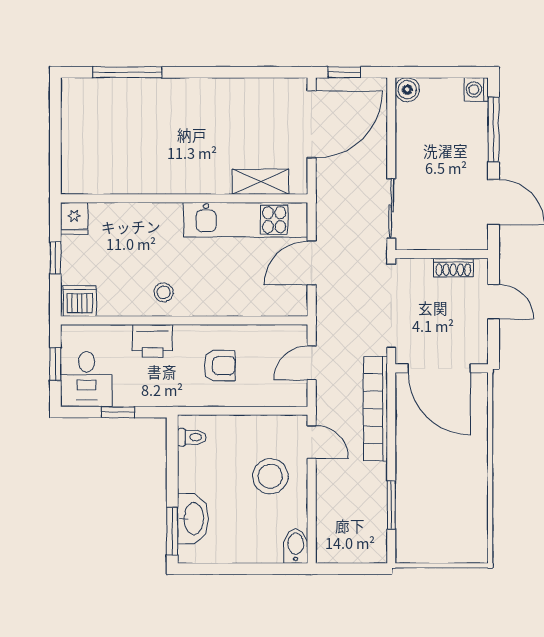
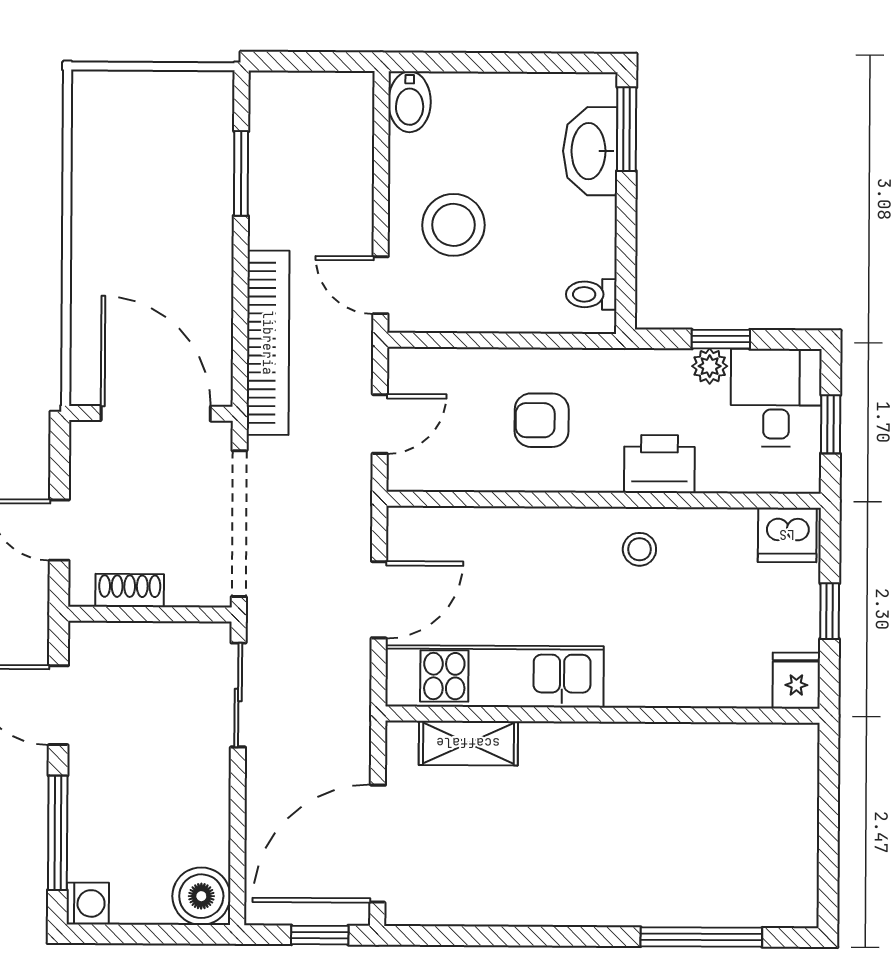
boiler: (407, 90) -> (201, 896), width x1.36, depth x1.36
plant: (124, 397) -> (710, 366), added

